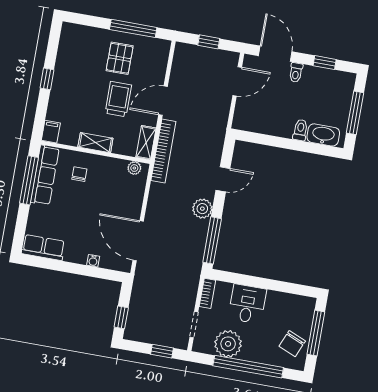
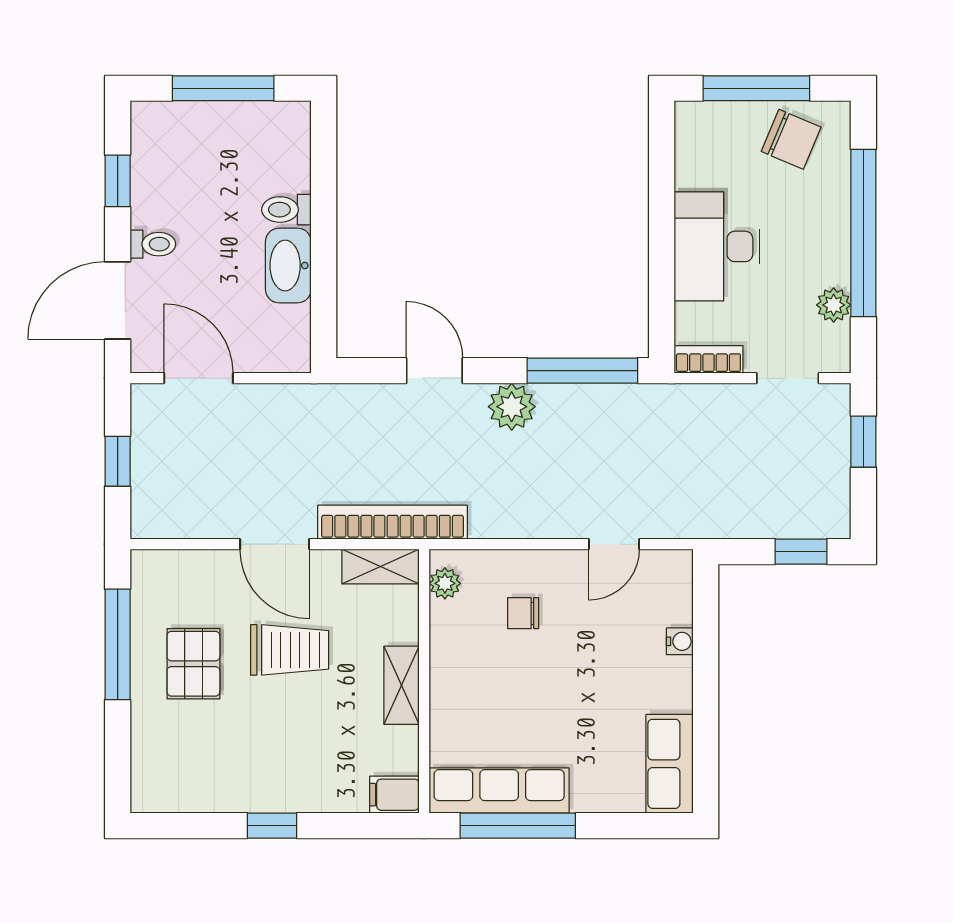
pallet: (120, 58) -> (193, 664), turned 90
trolley: (118, 99) -> (290, 650), turned 180
washbasin: (323, 135) -> (288, 265), moved
chair: (79, 174) -> (523, 613), moved
door: (138, 241) -> (614, 544), width x0.53
desk: (247, 304) -> (717, 246), width x1.37
plant: (228, 344) -> (834, 305), width x0.53, depth x0.53

